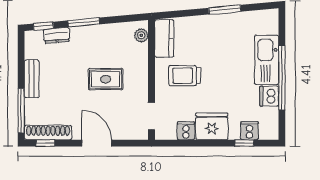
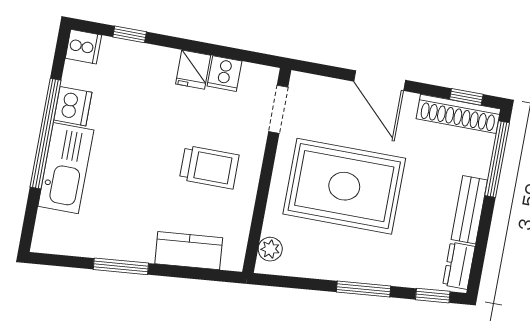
dresser: (57, 35) -> (459, 266), moved, turned -85
kitchen counter: (164, 38) -> (189, 251), moved, turned 85
rug: (106, 79) -> (344, 186), width x1.86, depth x2.06
fridge: (212, 126) -> (193, 70), width x0.53, depth x0.75
cooker: (249, 131) -> (83, 47), moved, turned -90

